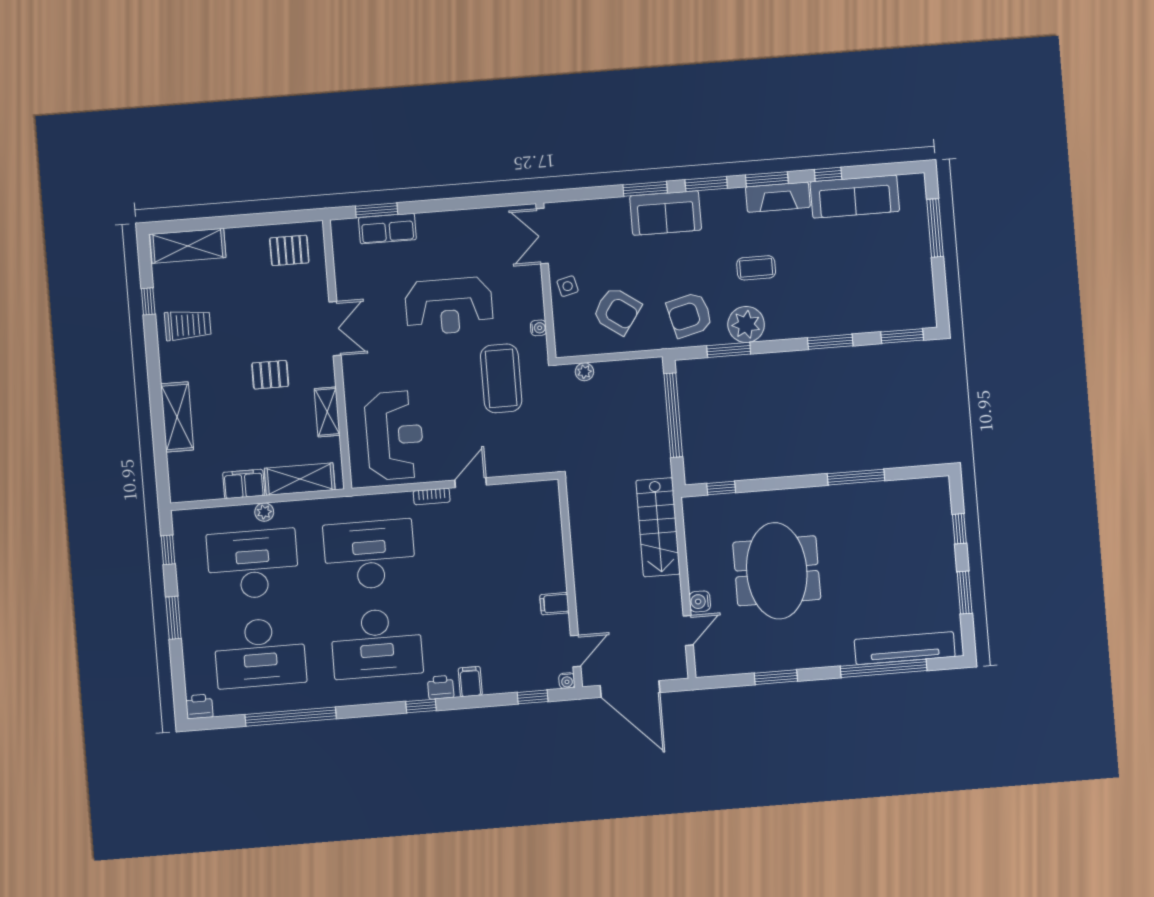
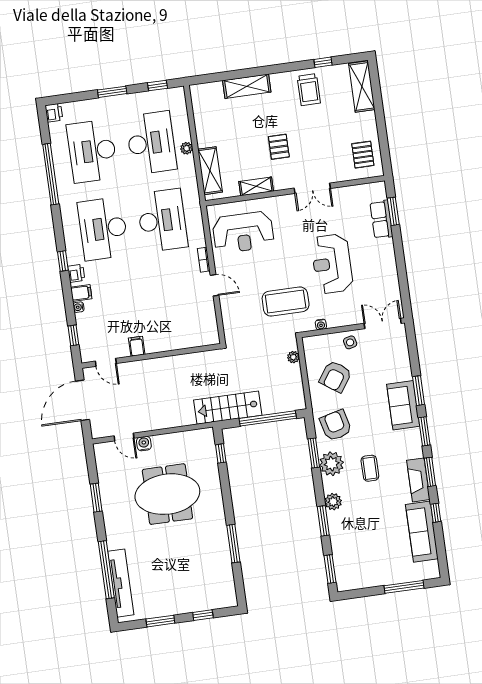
plant: (803, 325) -> (333, 502), added
filing cabinet: (244, 484) -> (205, 133), removed
stairs: (658, 527) -> (228, 408), moved
water cooler: (567, 681) -> (78, 307), moved

